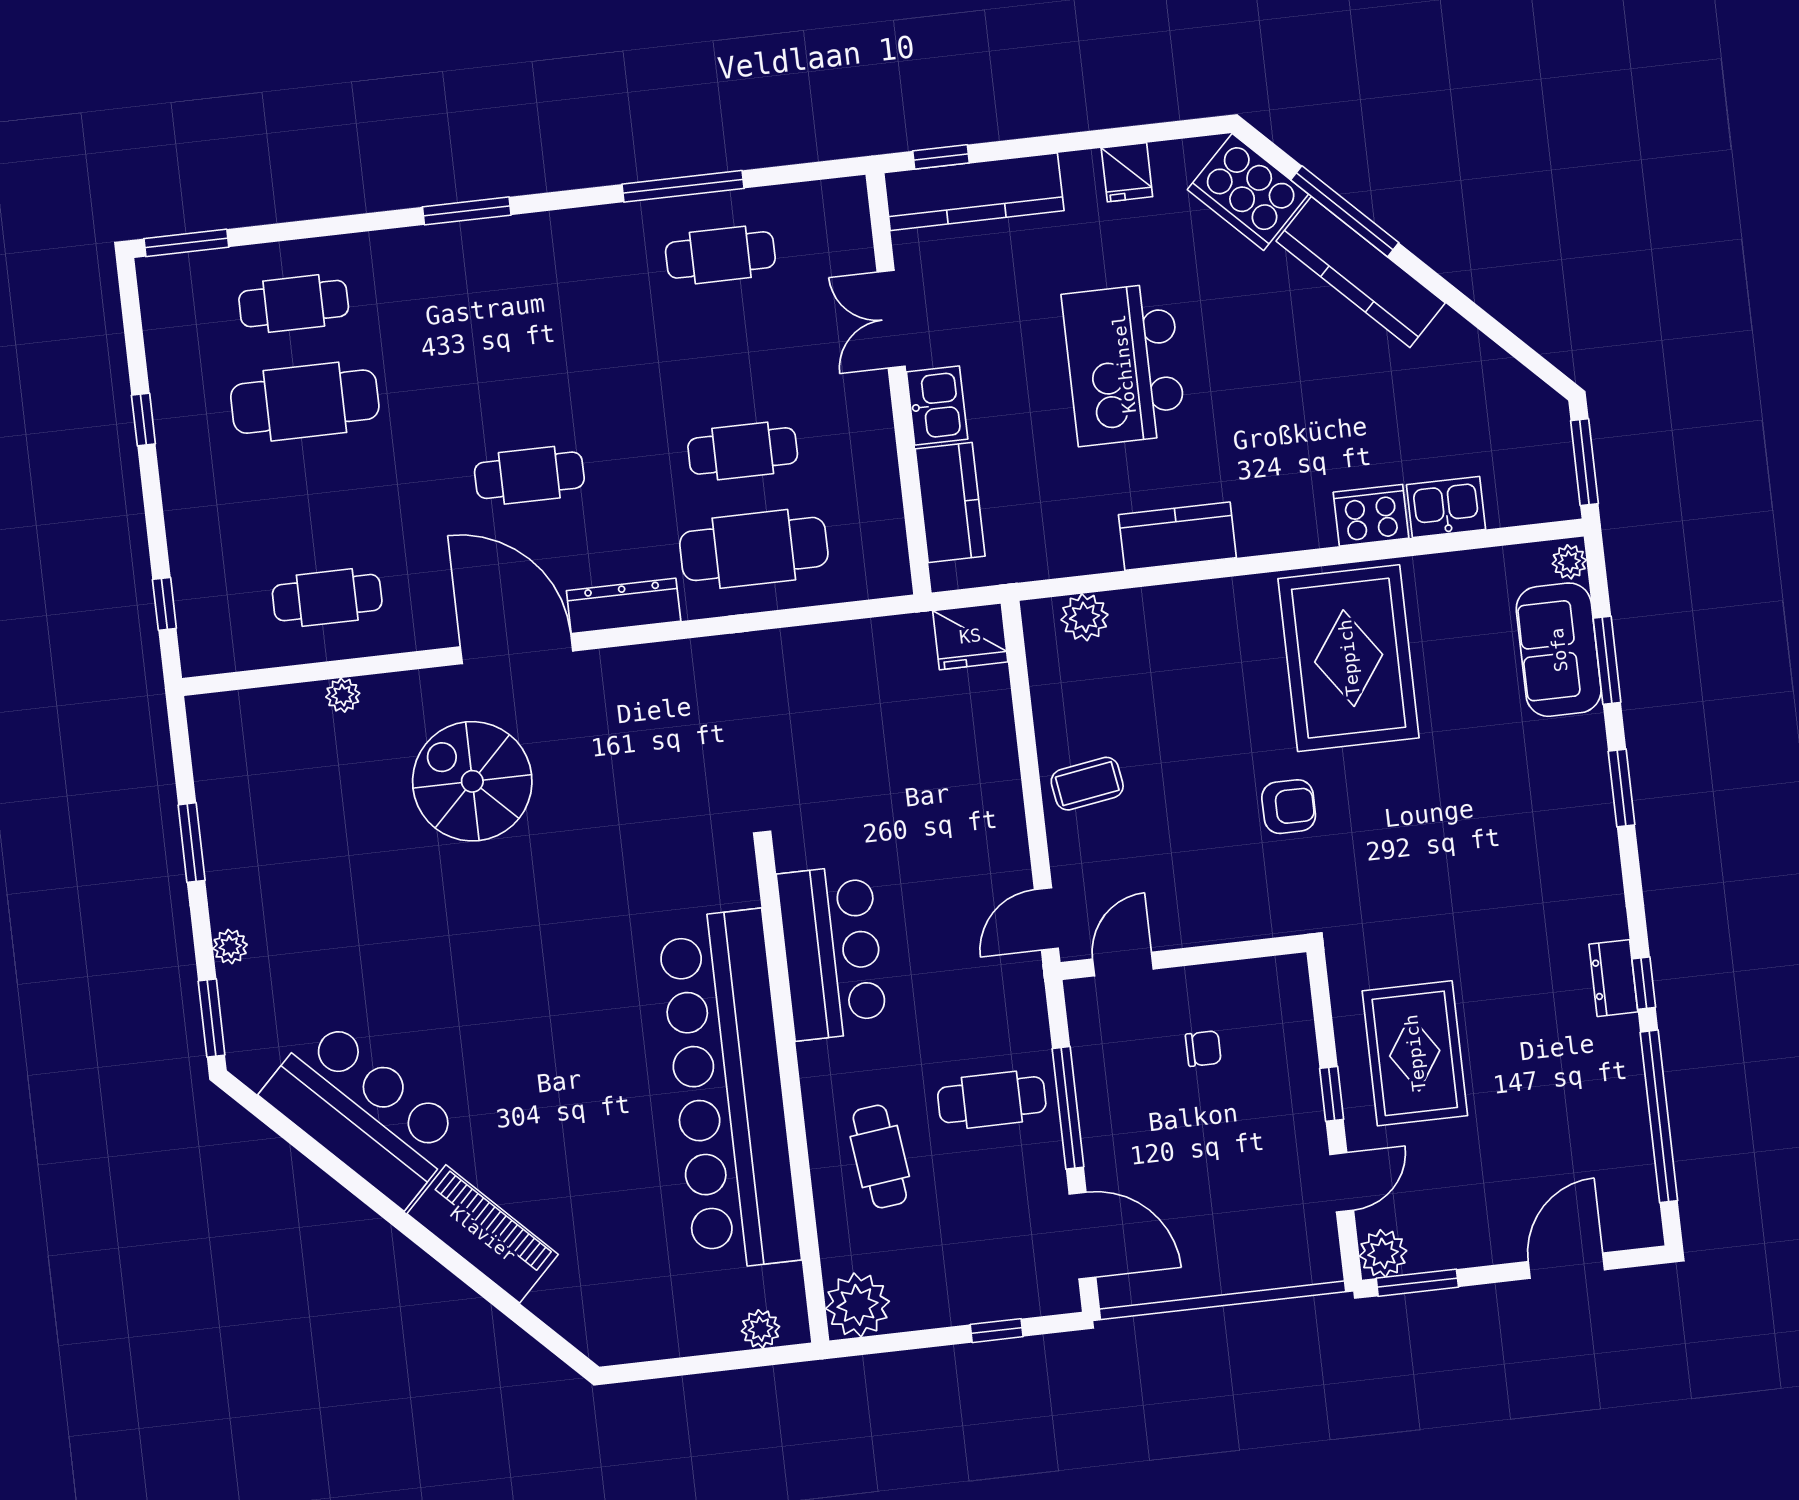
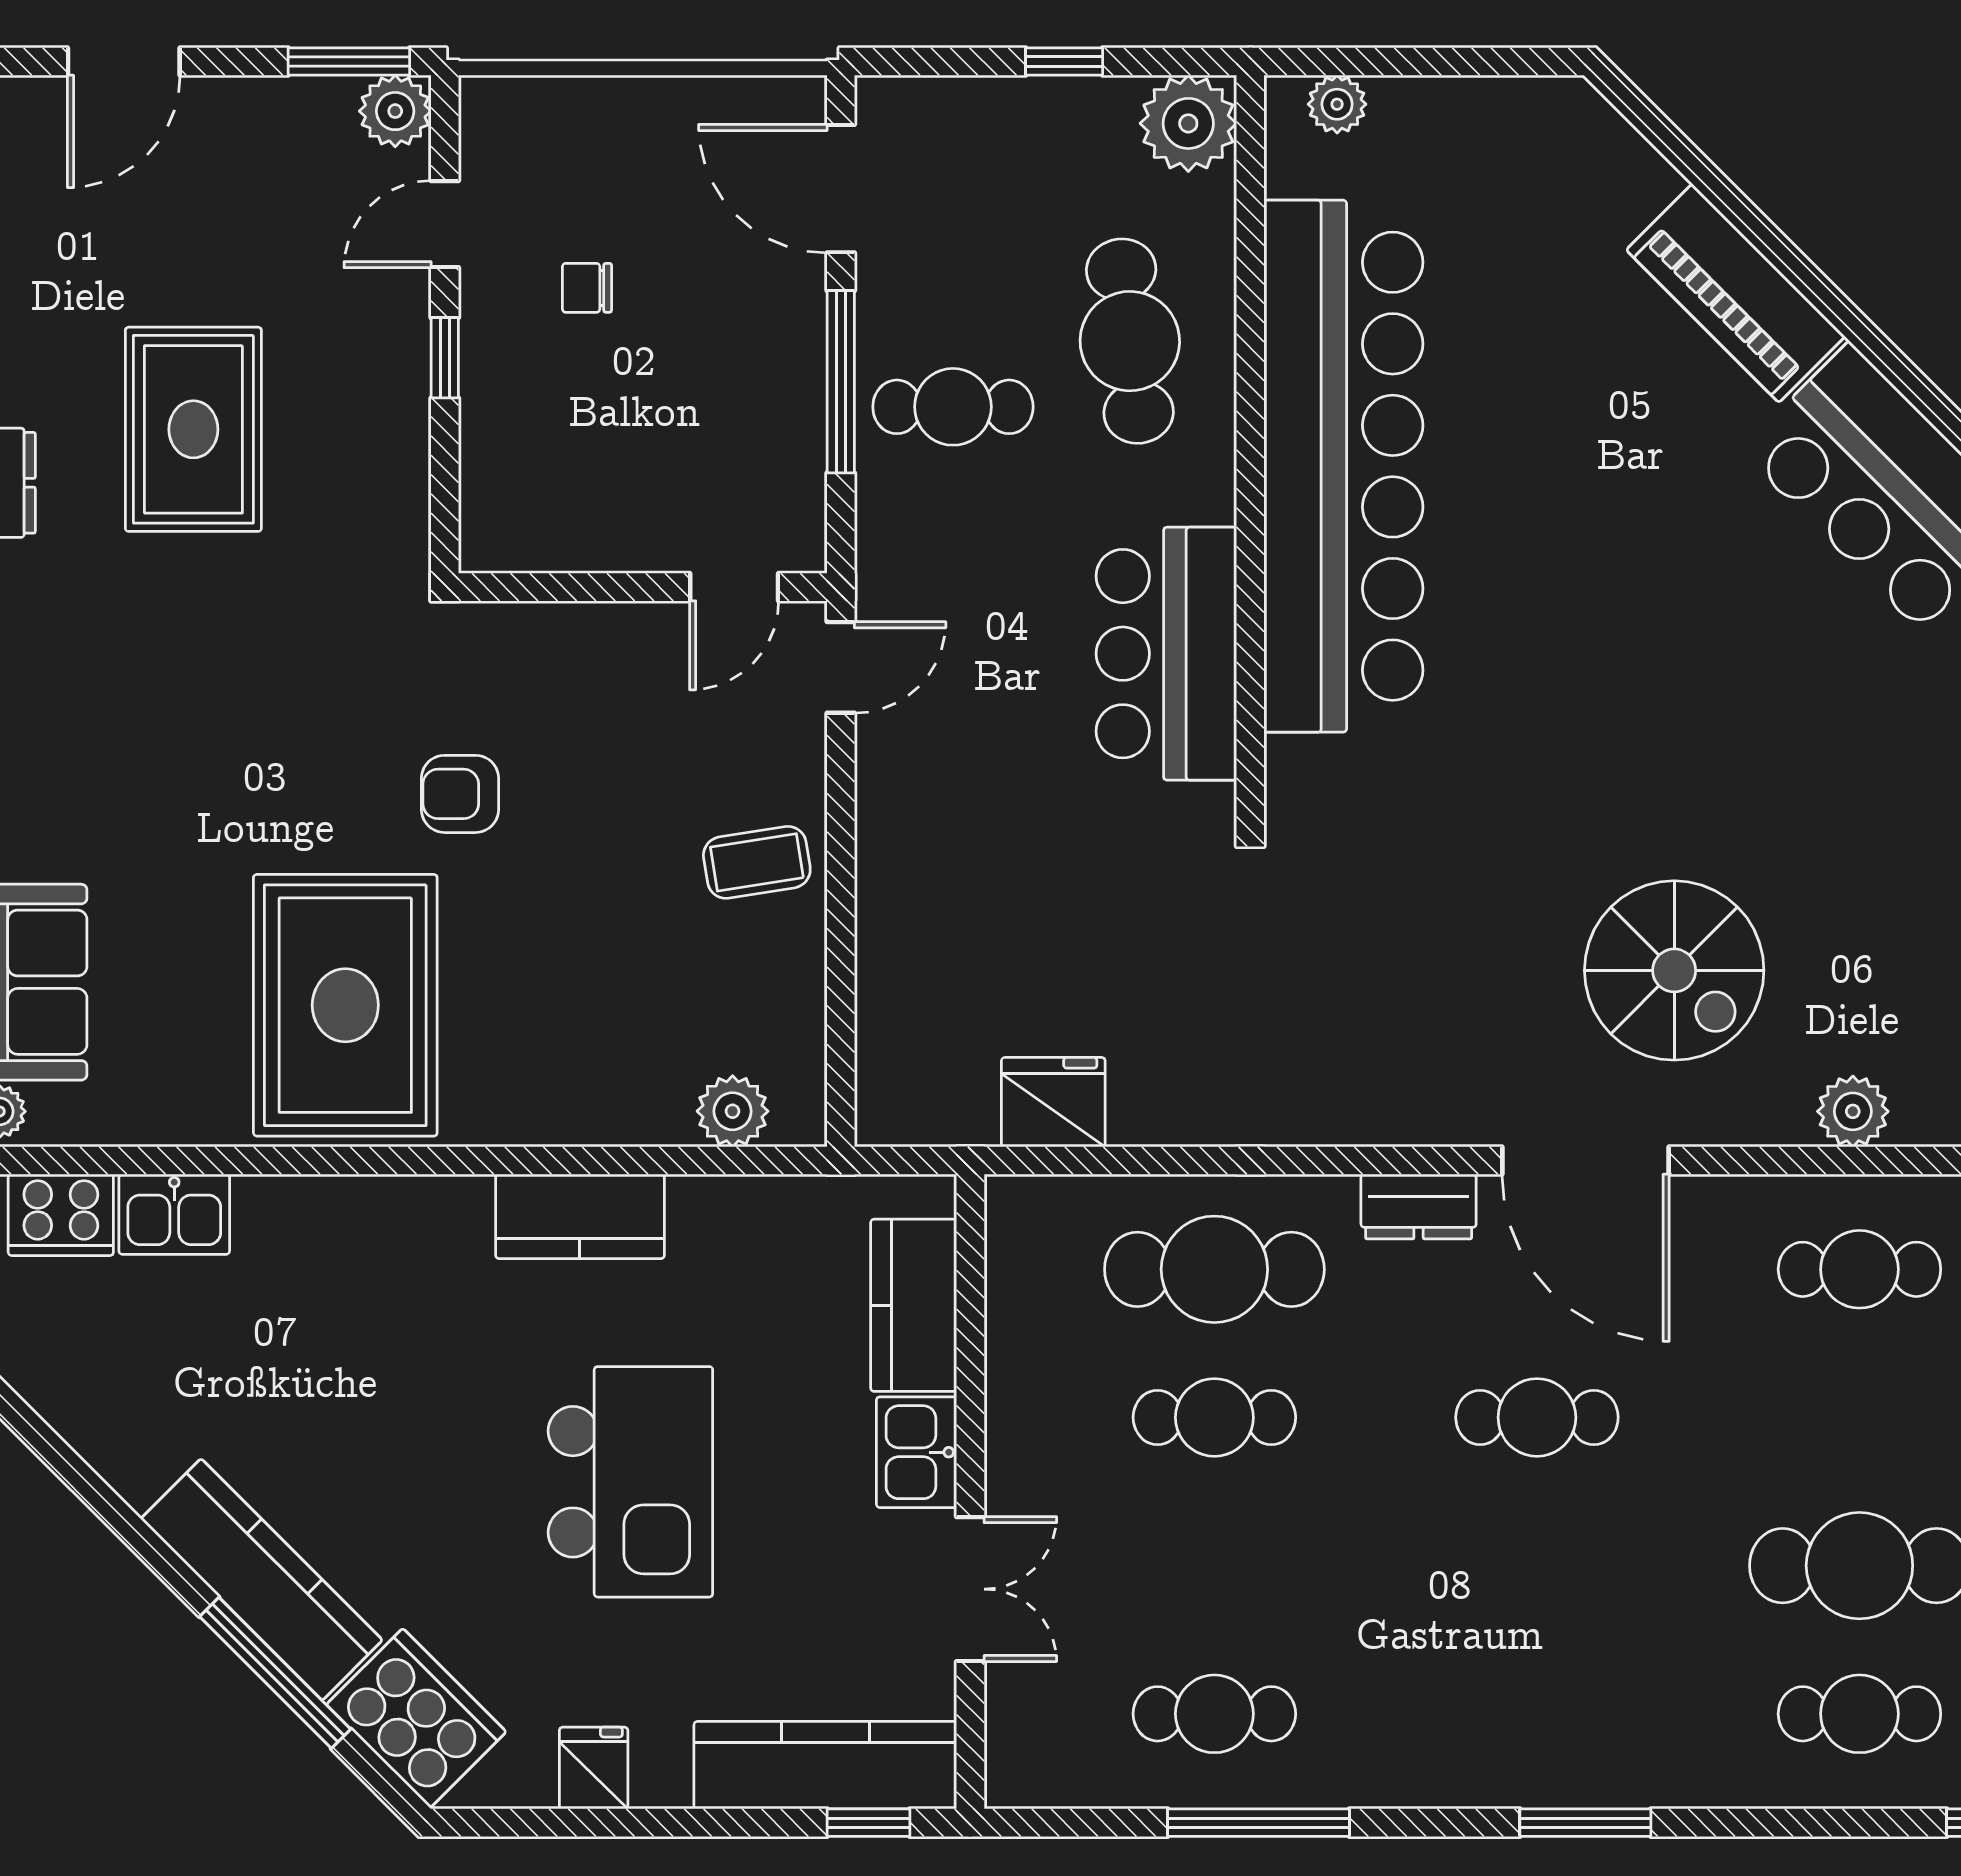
cooker: (1371, 515) -> (61, 1215), moved
dresser: (624, 606) -> (1419, 1207), width x0.70
fridge: (970, 636) -> (1053, 1102), moved
plant: (343, 695) -> (1853, 1111), width x1.38, depth x1.38
chair: (1203, 1049) -> (587, 288), moved
rug: (1415, 1053) -> (193, 429), moved
cafe table: (880, 1157) -> (1130, 341), width x1.37, depth x1.35
window: (997, 1331) -> (1064, 61), moved

